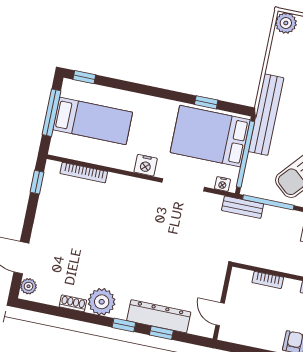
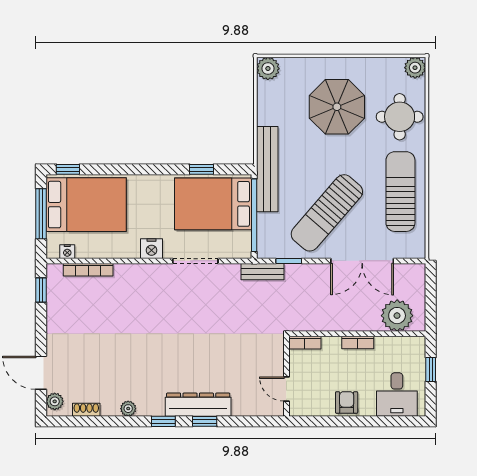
bed: (93, 121) -> (86, 205), width x1.50
nightstand: (222, 184) -> (67, 252), moved
window: (268, 202) -> (289, 261), width x0.46
plant: (102, 302) -> (128, 409), width x0.53, depth x0.53
shoe rack: (73, 303) -> (86, 410), moved
wall: (222, 303) -> (286, 376), moved
door: (220, 314) -> (286, 389), moved

